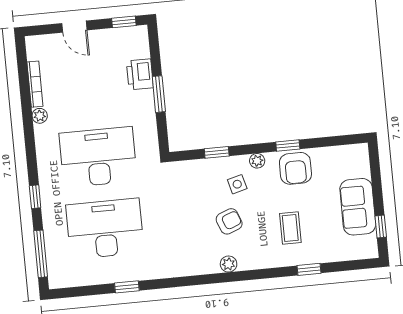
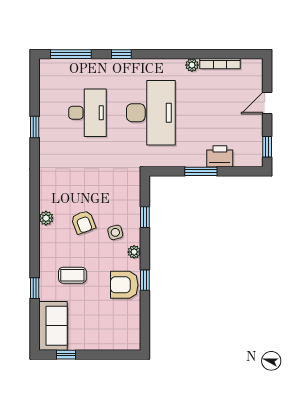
sofa: (358, 207) -> (53, 326), moved, turned 90
desk: (105, 229) -> (87, 113), width x0.73, depth x0.77

